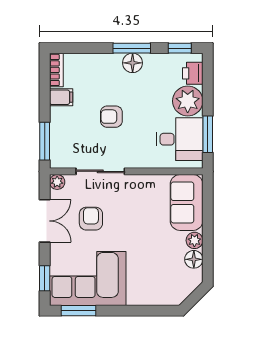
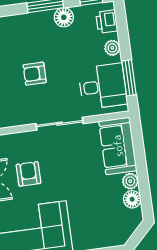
floor lamp: (133, 63) -> (64, 17), moved
plant: (188, 101) -> (112, 48), width x0.53, depth x0.53
sliding door: (100, 171) -> (60, 124), moved

